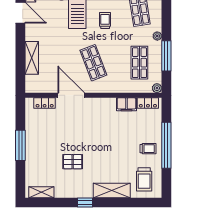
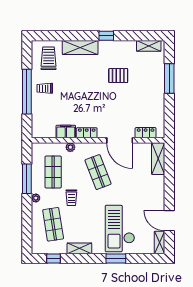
trolley: (105, 20) -> (71, 198), moved
shelving: (32, 58) -> (158, 159), moved
plant: (157, 88) -> (70, 147), moved
locker: (148, 103) -> (87, 133), moved
window: (20, 145) -> (169, 78), moved

